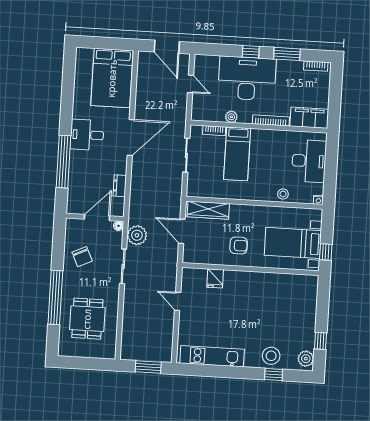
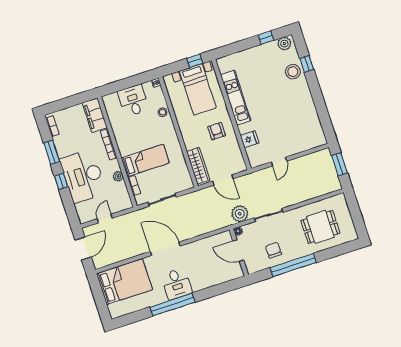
desk: (309, 161) -> (133, 101), width x0.73
window: (63, 162) -> (173, 305), moved
dresser: (120, 186) -> (206, 242), removed
door: (182, 231) -> (223, 180), hinge flipped
chair: (82, 257) -> (273, 250), turned -65
window: (55, 297) -> (293, 265), moved
kitchen unit: (212, 356) -> (236, 98), moved, turned 180

